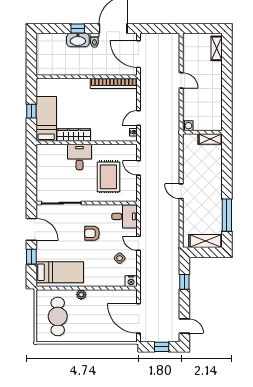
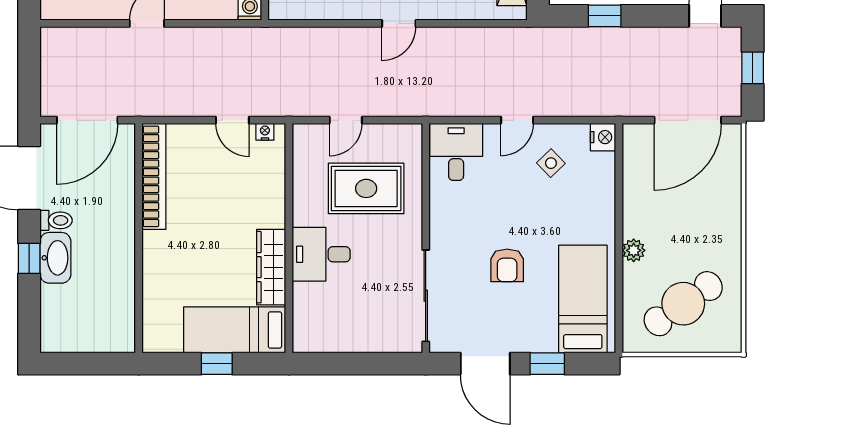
door: (31, 229) -> (485, 364), swing flipped
armchair: (92, 233) -> (507, 265), moved
cafe table: (58, 316) -> (683, 304), turned -35

